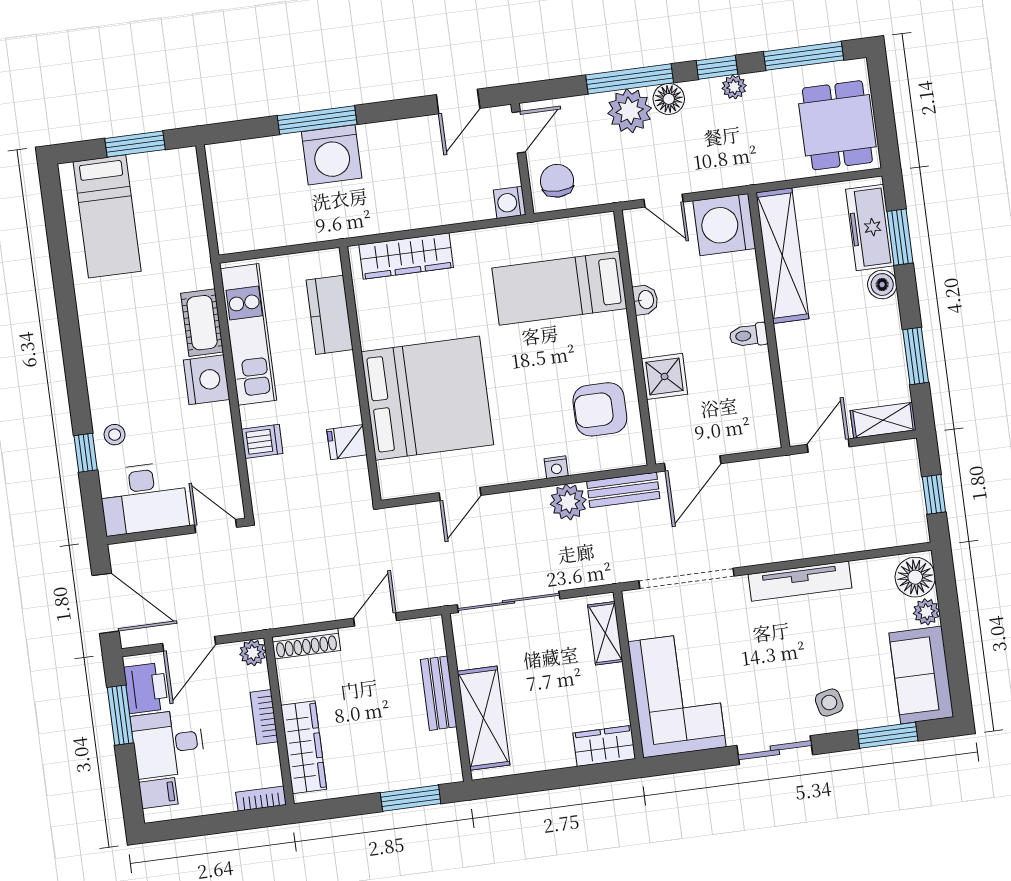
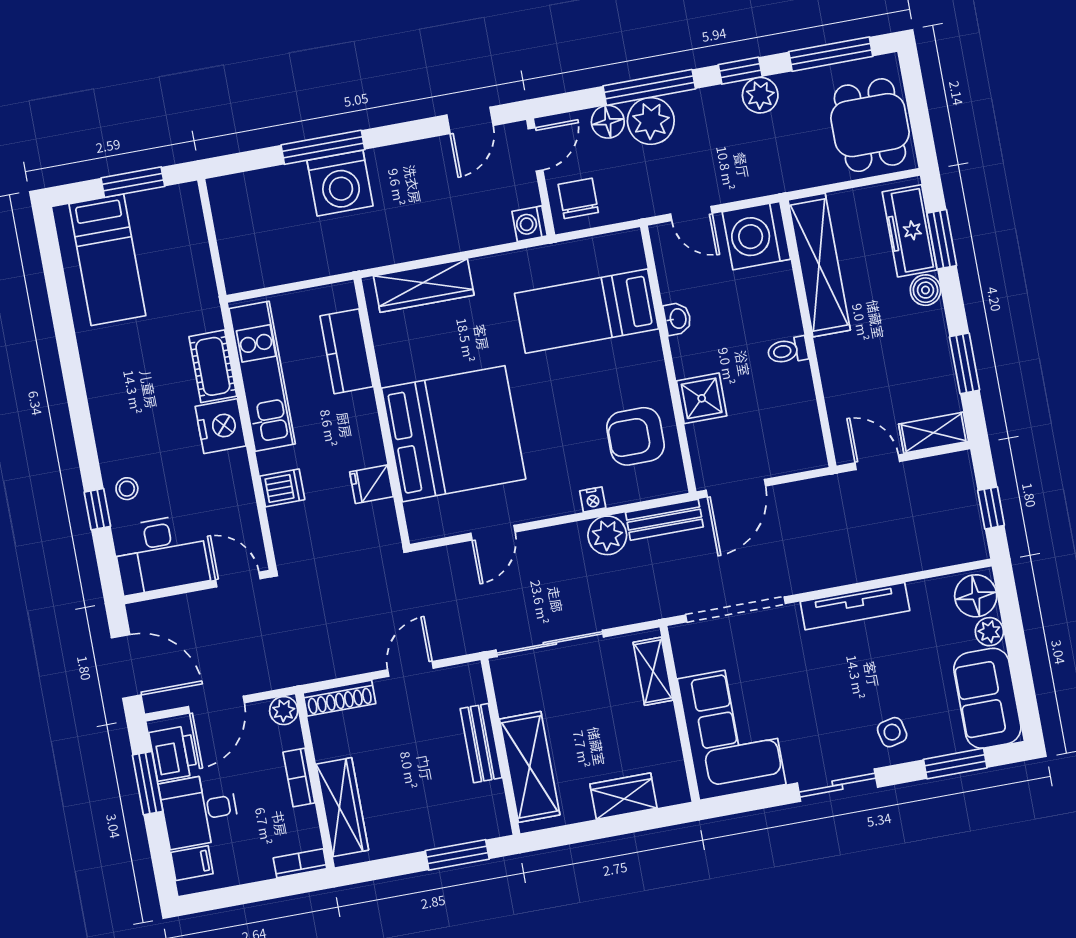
plant: (734, 87) -> (760, 95), width x1.38, depth x1.38
floor lamp: (669, 99) -> (608, 122), moved
door: (828, 446) -> (877, 462), hinge flipped
wardrobe: (604, 746) -> (623, 796), moved

